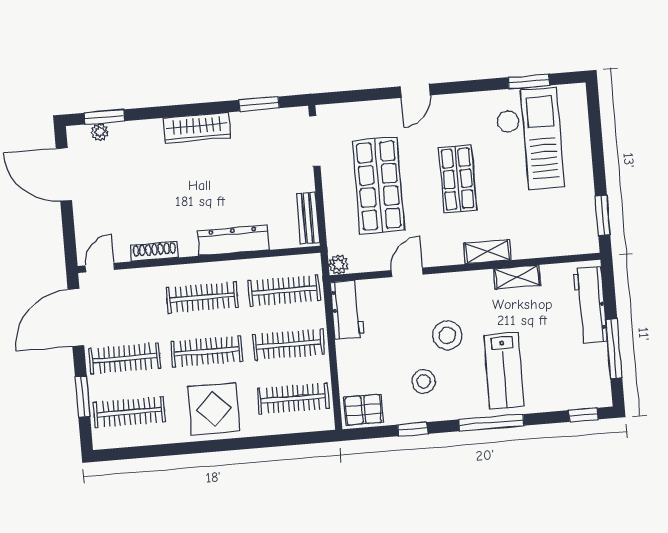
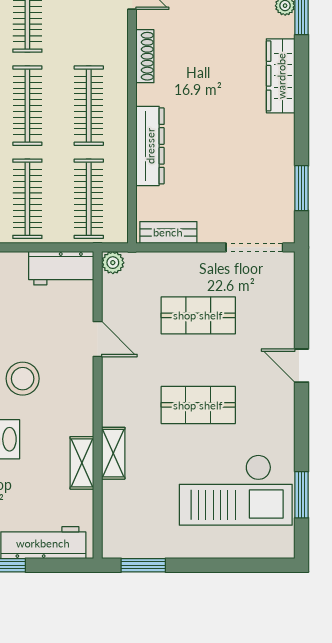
wardrobe: (197, 128) -> (281, 76), moved
shop shelf: (379, 186) -> (198, 315), width x0.70, depth x0.74
shelving: (488, 252) -> (113, 453), moved

